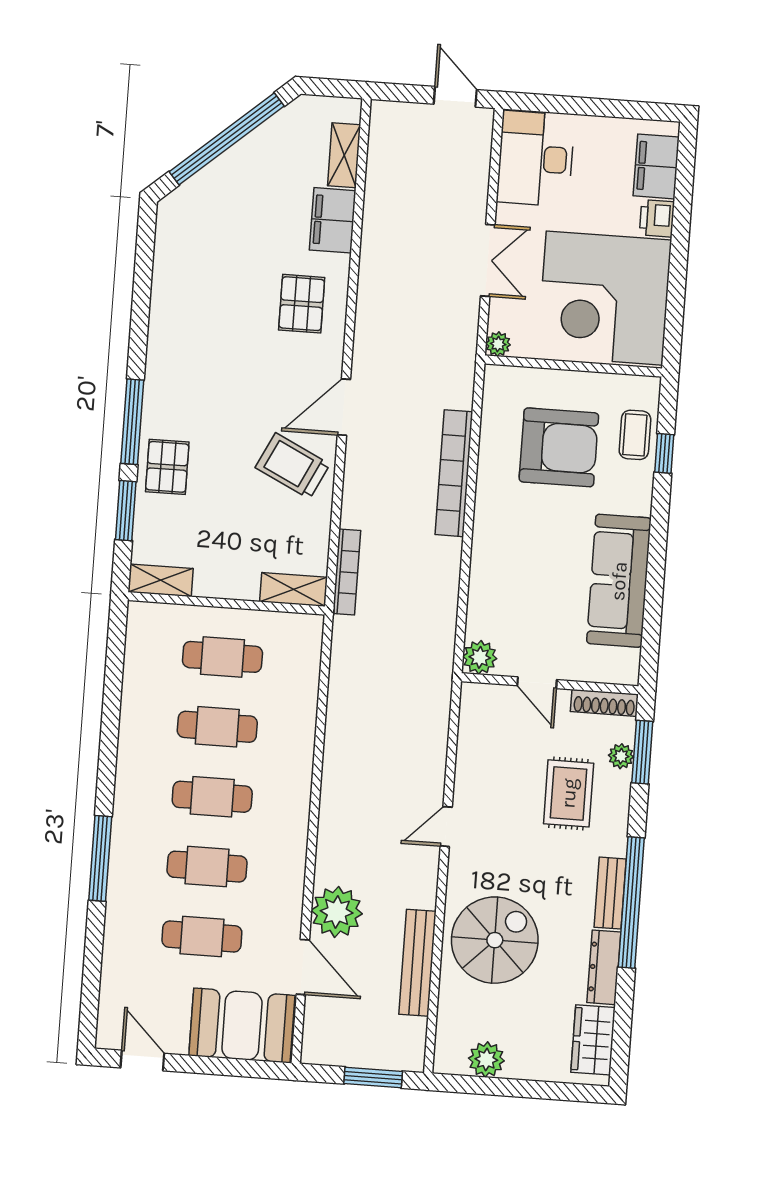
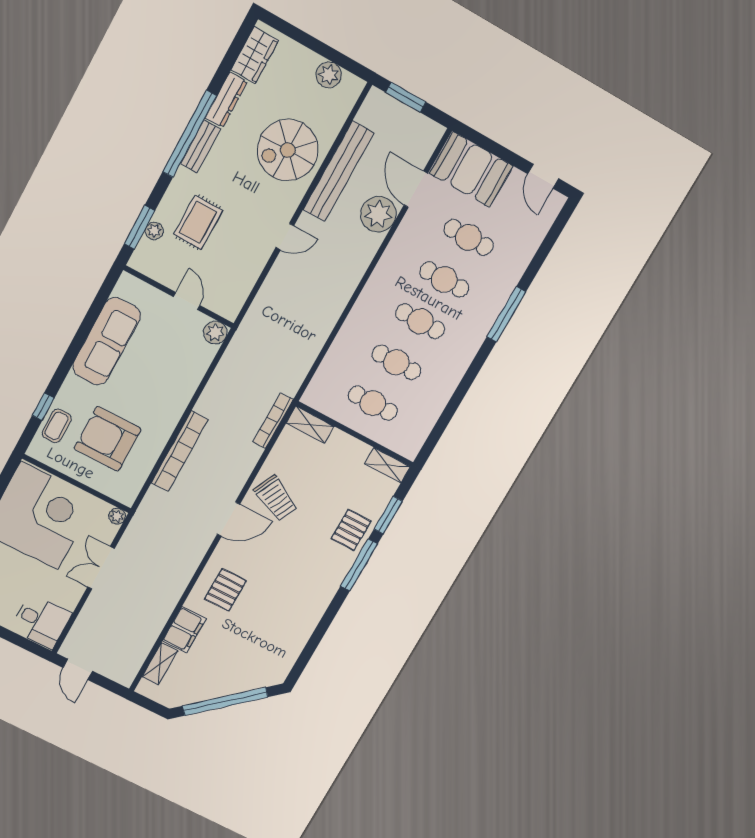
desk: (536, 159) -> (41, 621), width x0.73
shoe rack: (604, 703) -> (150, 269), removed
bench: (417, 963) -> (338, 171), width x1.37, depth x1.21

